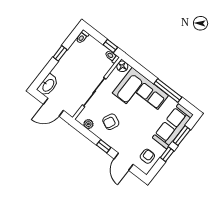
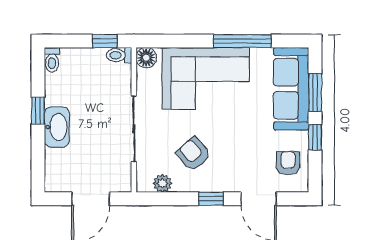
washbasin: (48, 85) -> (57, 127), moved
armchair: (111, 122) -> (193, 154), turned 114

